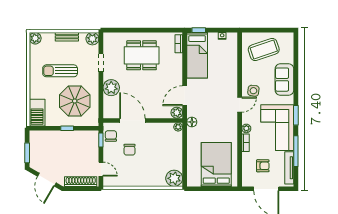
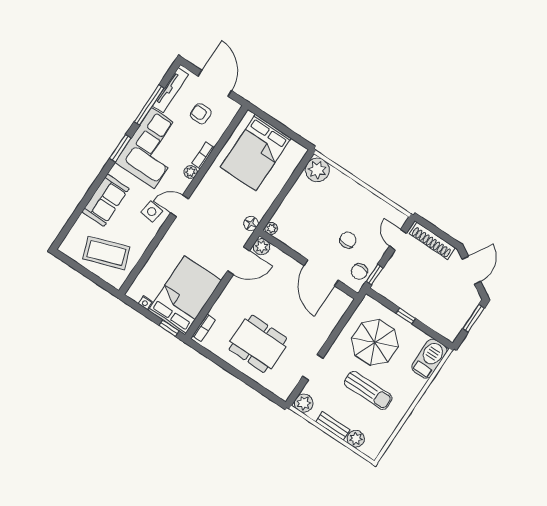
plant: (35, 38) -> (356, 439), moved
bed: (197, 55) -> (185, 295), width x1.50
plant: (111, 88) -> (320, 329), removed

